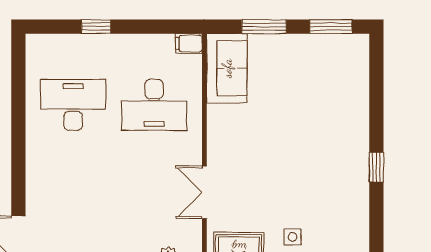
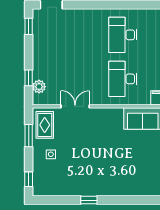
desk: (73, 105) -> (123, 35), turned 180

